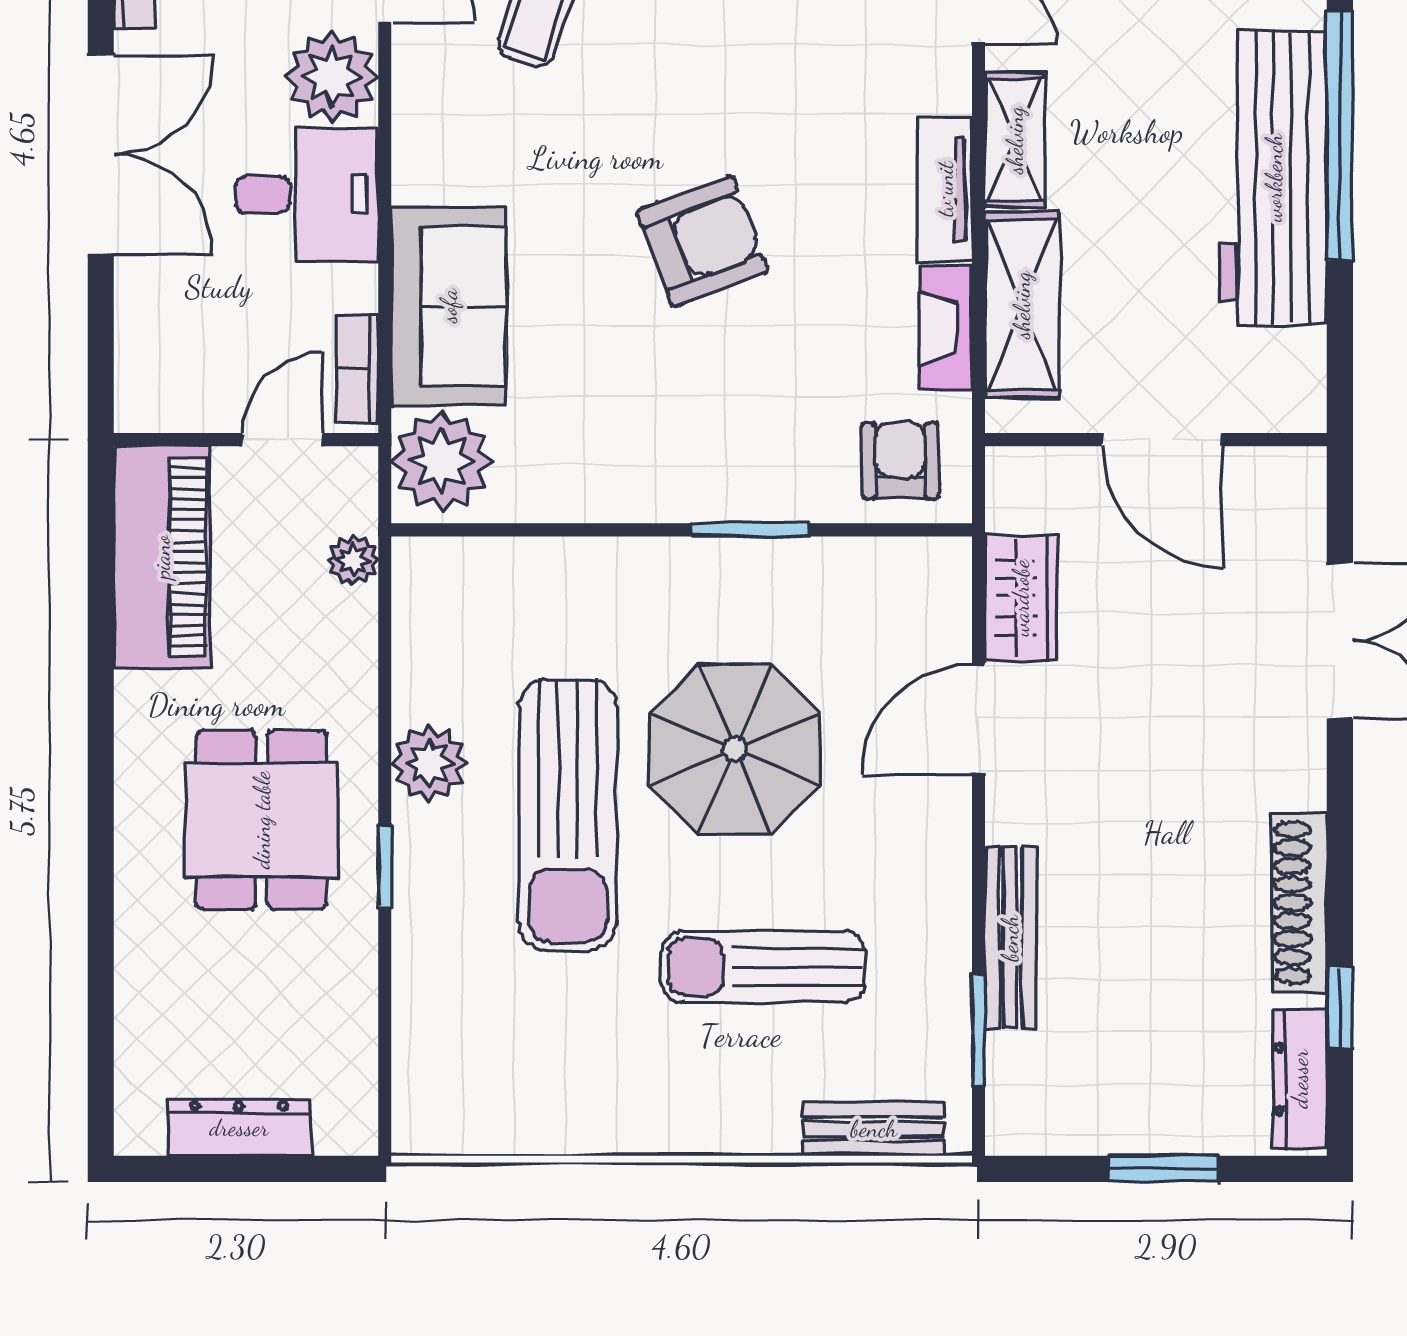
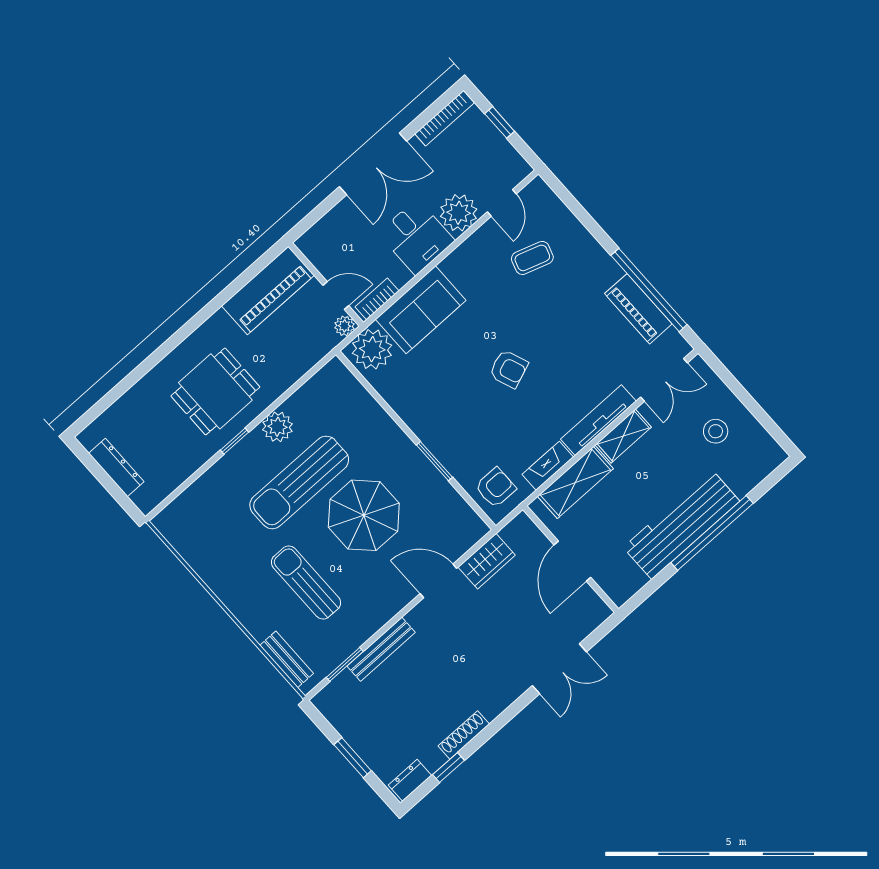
tv unit: (945, 189) -> (598, 420), width x1.41
armchair: (702, 241) -> (509, 369), width x0.72, depth x0.72
plant: (353, 560) -> (344, 326), moved
shoe rack: (1299, 903) -> (464, 735), width x0.74, depth x0.81
dresser: (1300, 1079) -> (410, 780), width x0.70

